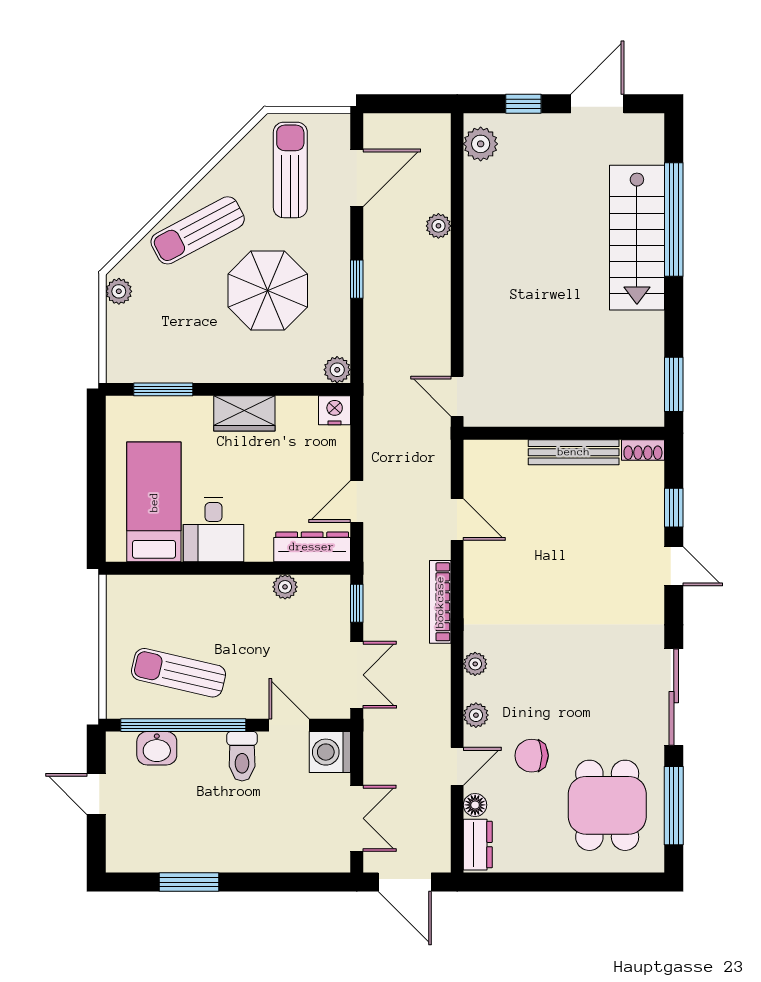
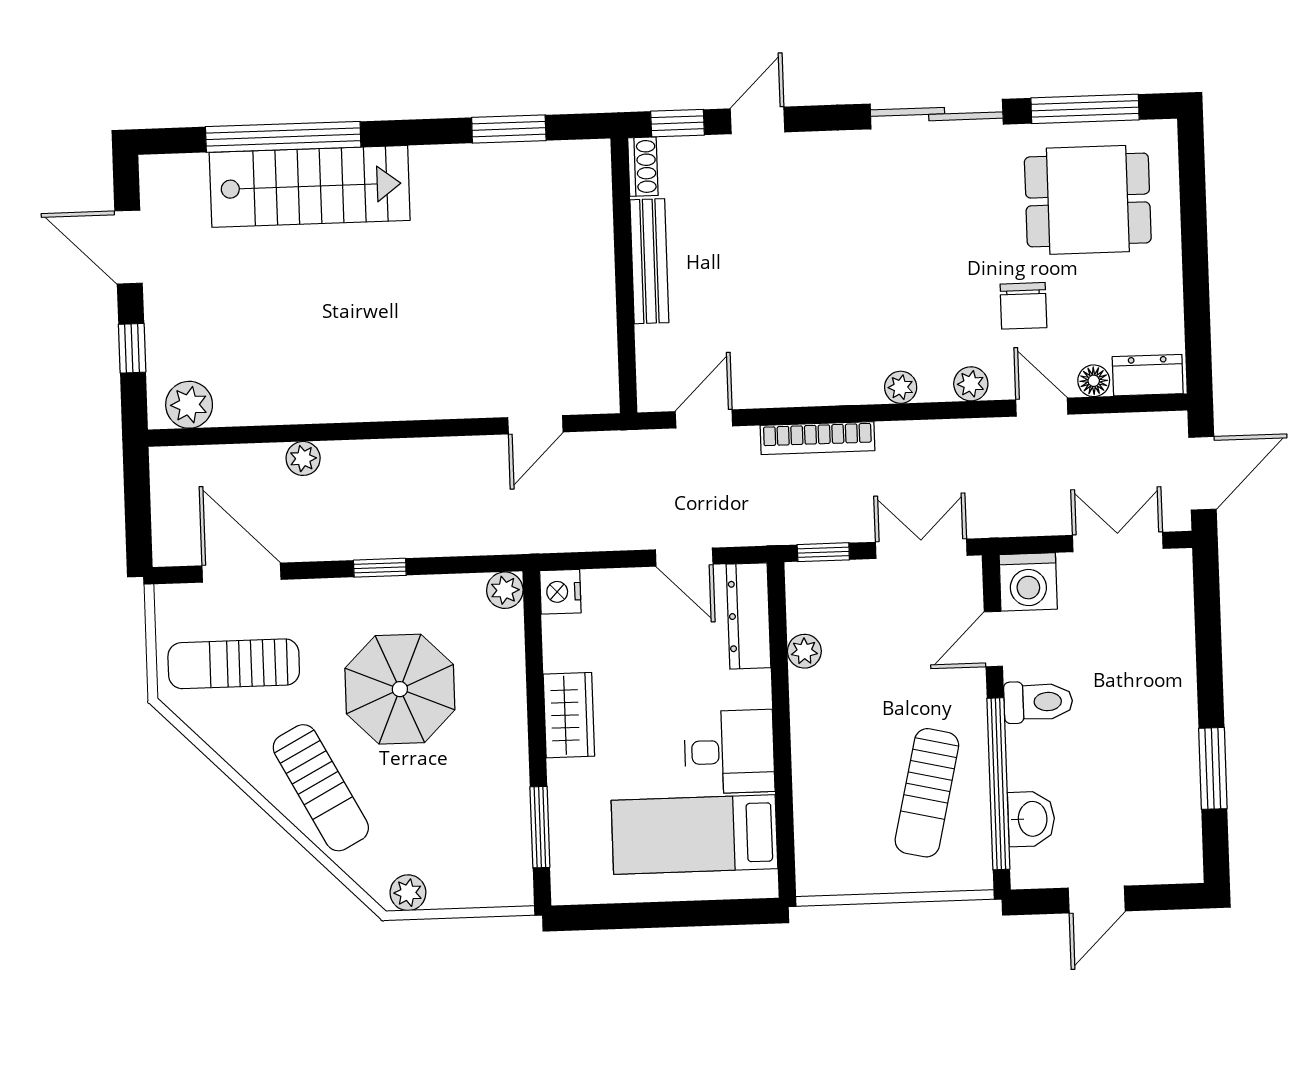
wall: (564, 433) -> (624, 275), moved
shoe rack: (643, 450) -> (643, 167), moved
bench: (574, 452) -> (649, 261), moved

